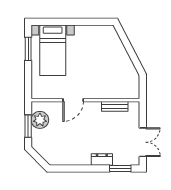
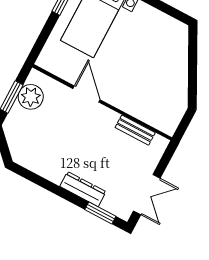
door: (73, 100) -> (86, 94), swing flipped
dresser: (102, 159) -> (83, 189), width x1.44

